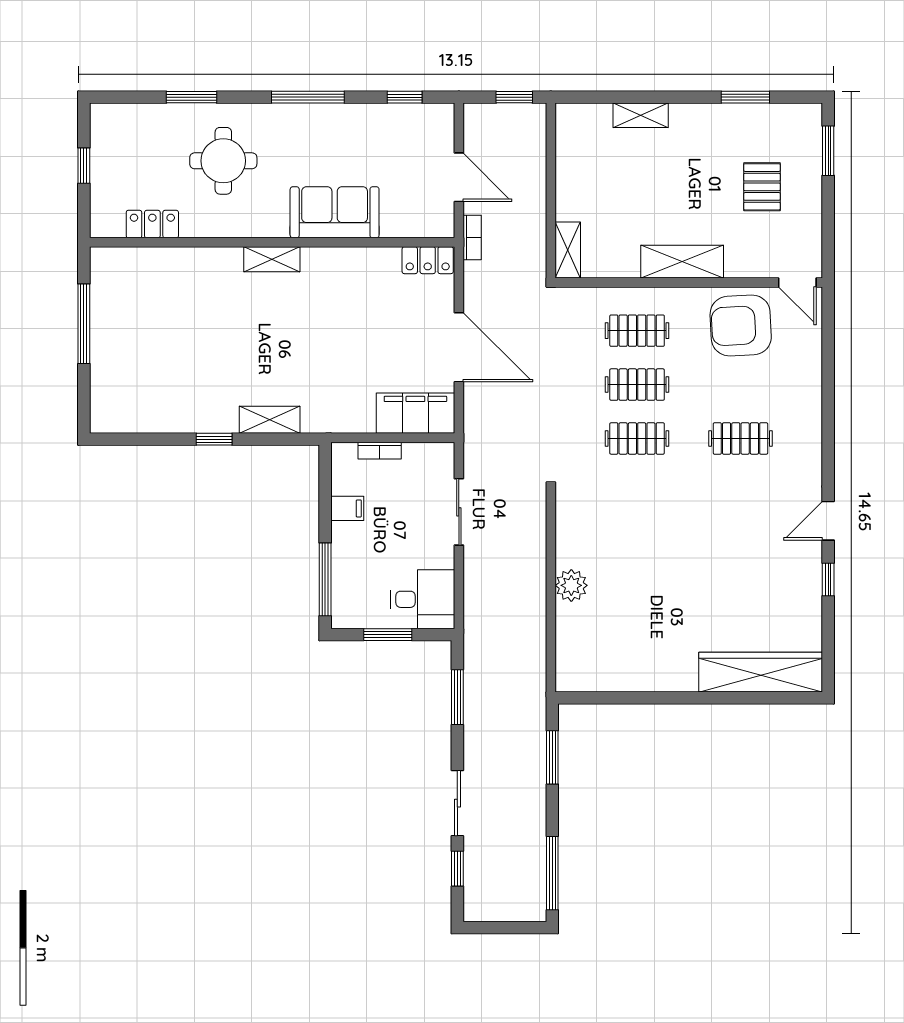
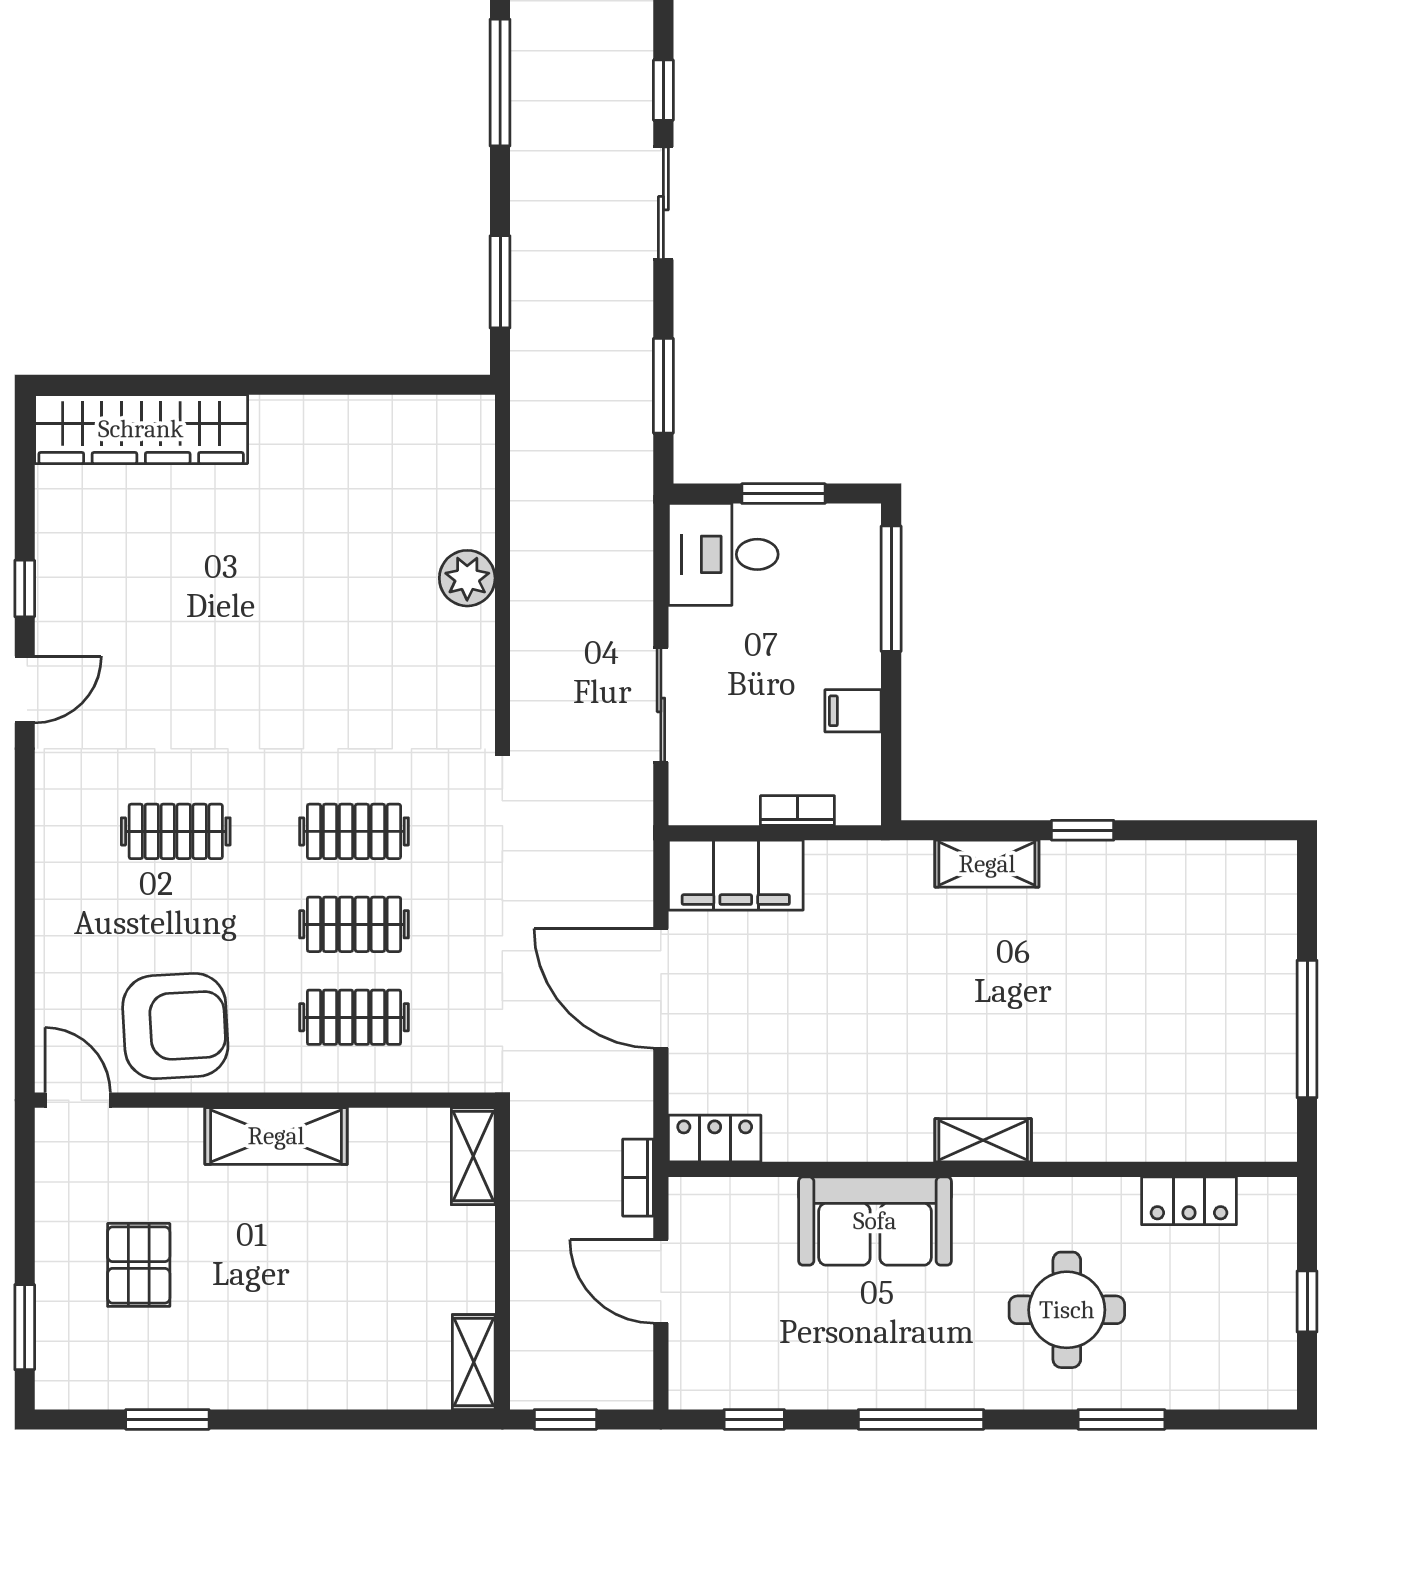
shelving: (641, 115) -> (474, 1362), moved, turned 90

